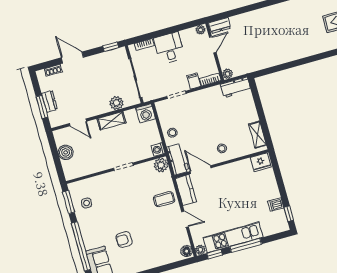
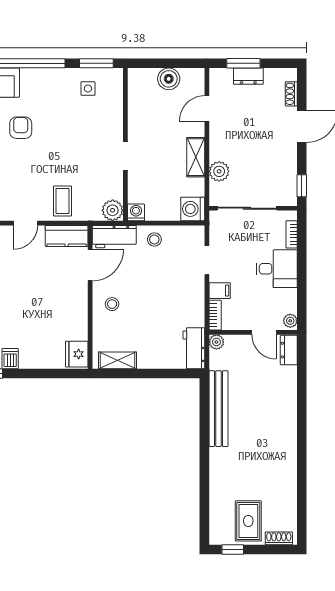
bench: (270, 60) -> (218, 409), added

